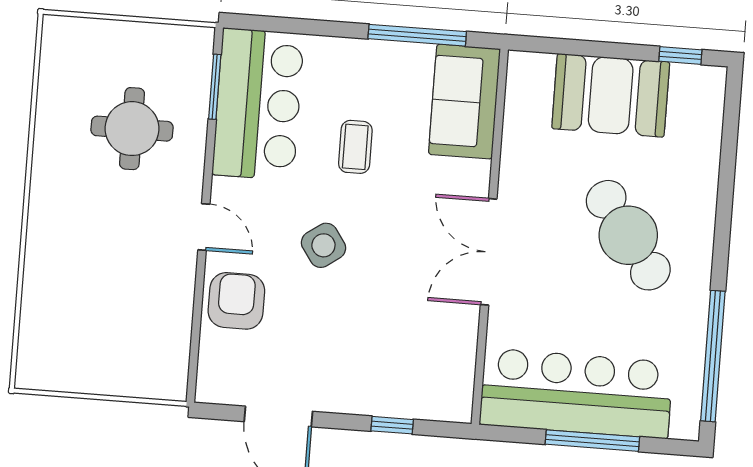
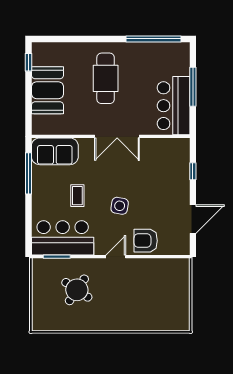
round table: (132, 129) -> (77, 290), turned 34
coffee table: (355, 147) -> (77, 196), turned 90
cafe table: (628, 235) -> (106, 78), turned -54
side table: (323, 245) -> (120, 206), turned 45
bar counter: (576, 393) -> (174, 106), width x0.73

